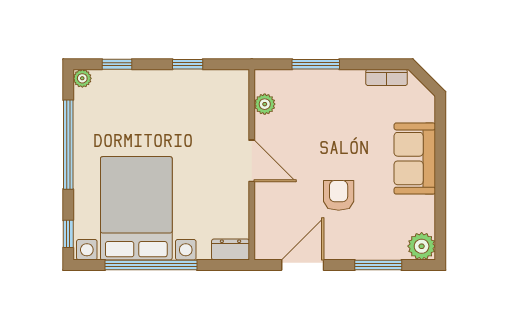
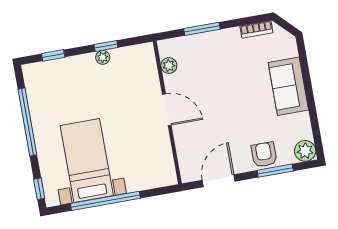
plant: (82, 78) -> (103, 57), moved
armchair: (339, 195) -> (264, 155), moved
bed with nightstands: (136, 208) -> (87, 160), width x0.73
dresser: (231, 249) -> (163, 179), removed

